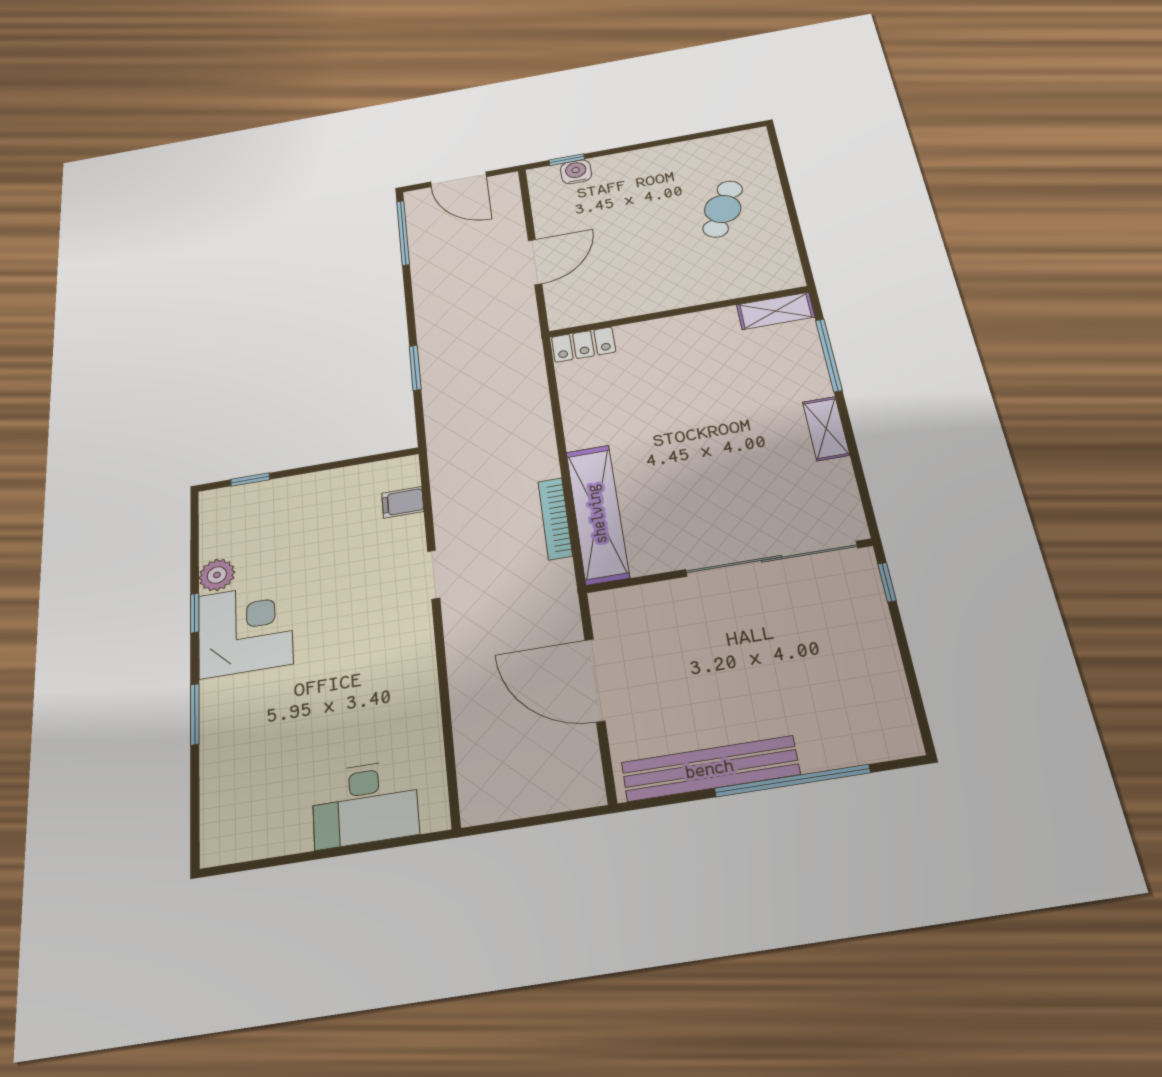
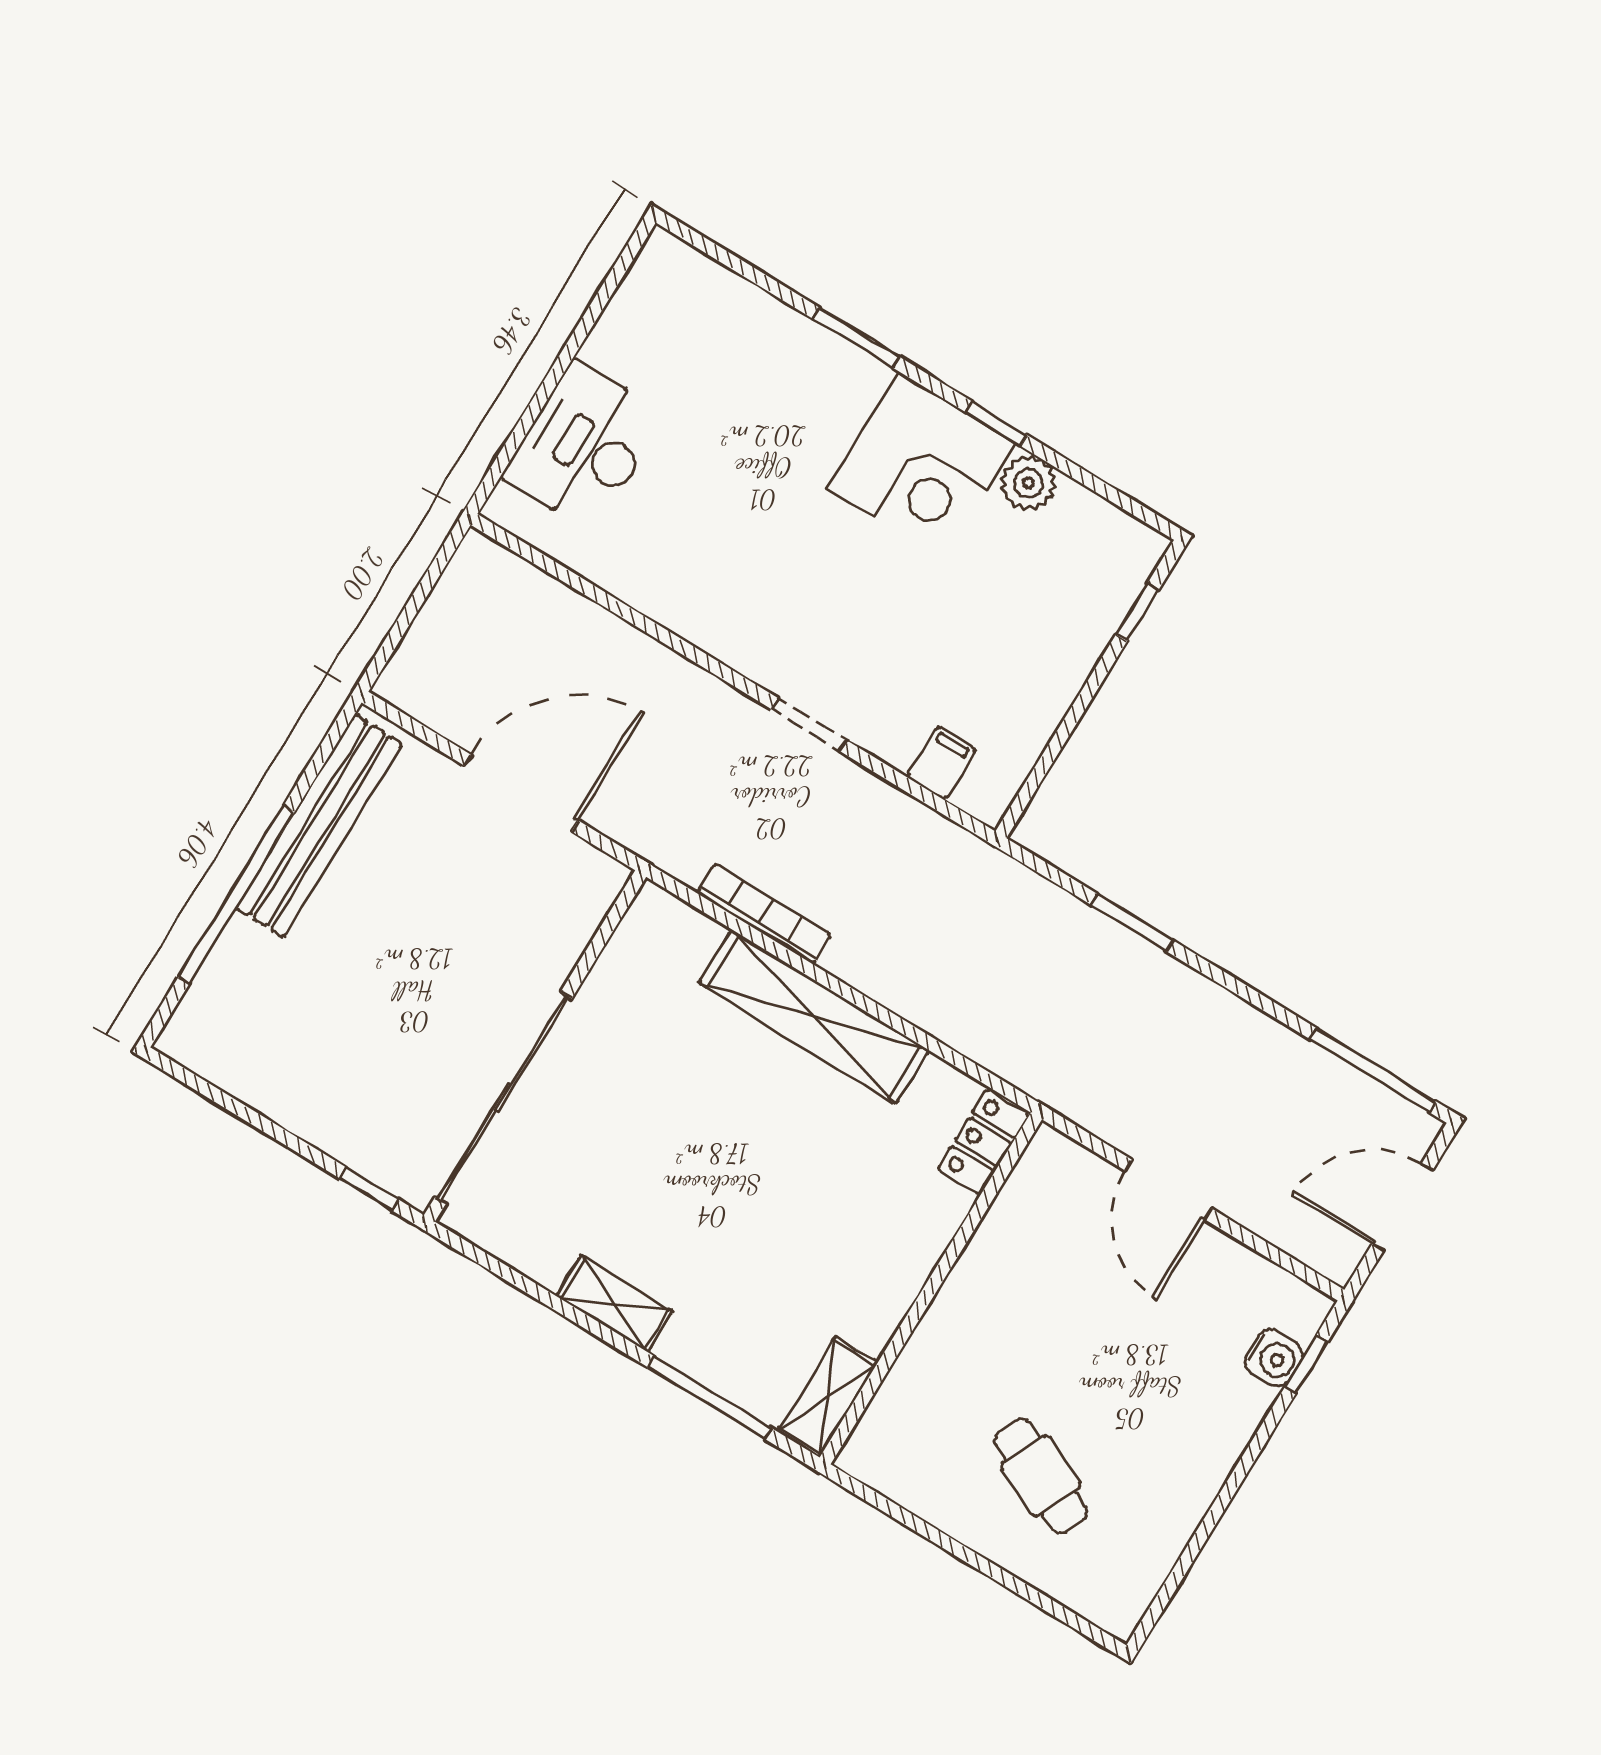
shelving: (597, 514) -> (814, 1017), moved

